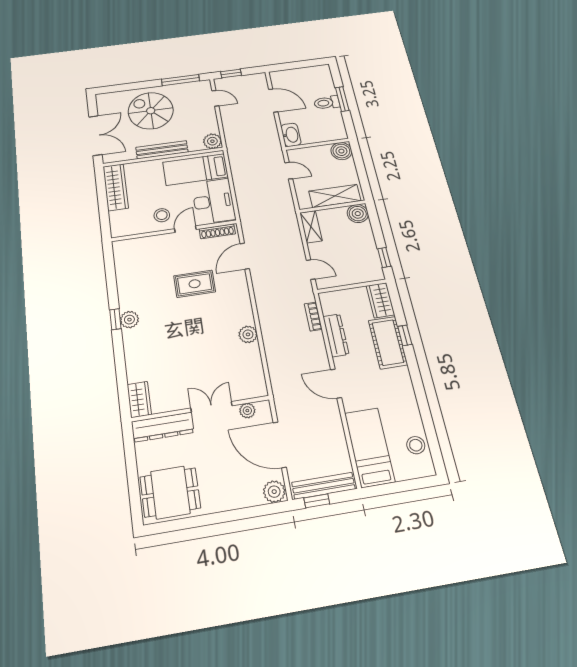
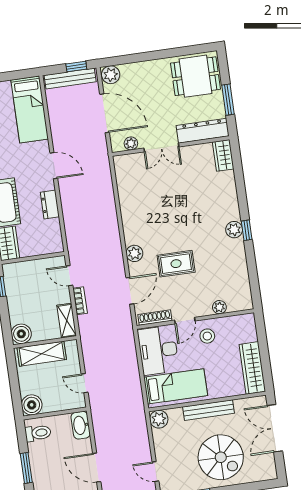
toilet: (327, 103) -> (38, 433), moved
plant: (148, 242) -> (219, 307), added
bookcase: (313, 317) -> (80, 301), moved
plant: (248, 334) -> (134, 253), moved
dresser: (336, 335) -> (50, 204), width x0.70
window: (131, 465) -> (228, 100), added

